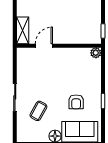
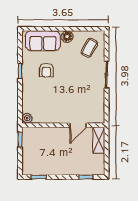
armchair: (76, 102) -> (46, 70), turned 180
coffee table: (38, 111) -> (89, 48), moved

